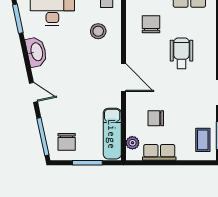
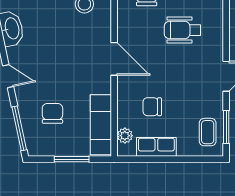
wheelchair: (181, 53) -> (183, 30), turned -90
chair: (67, 142) -> (52, 113), moved, turned 180

